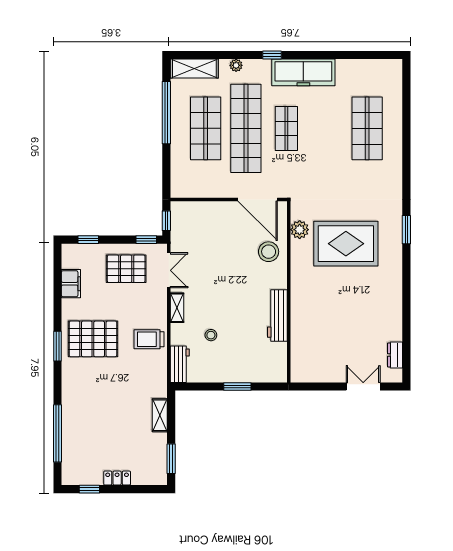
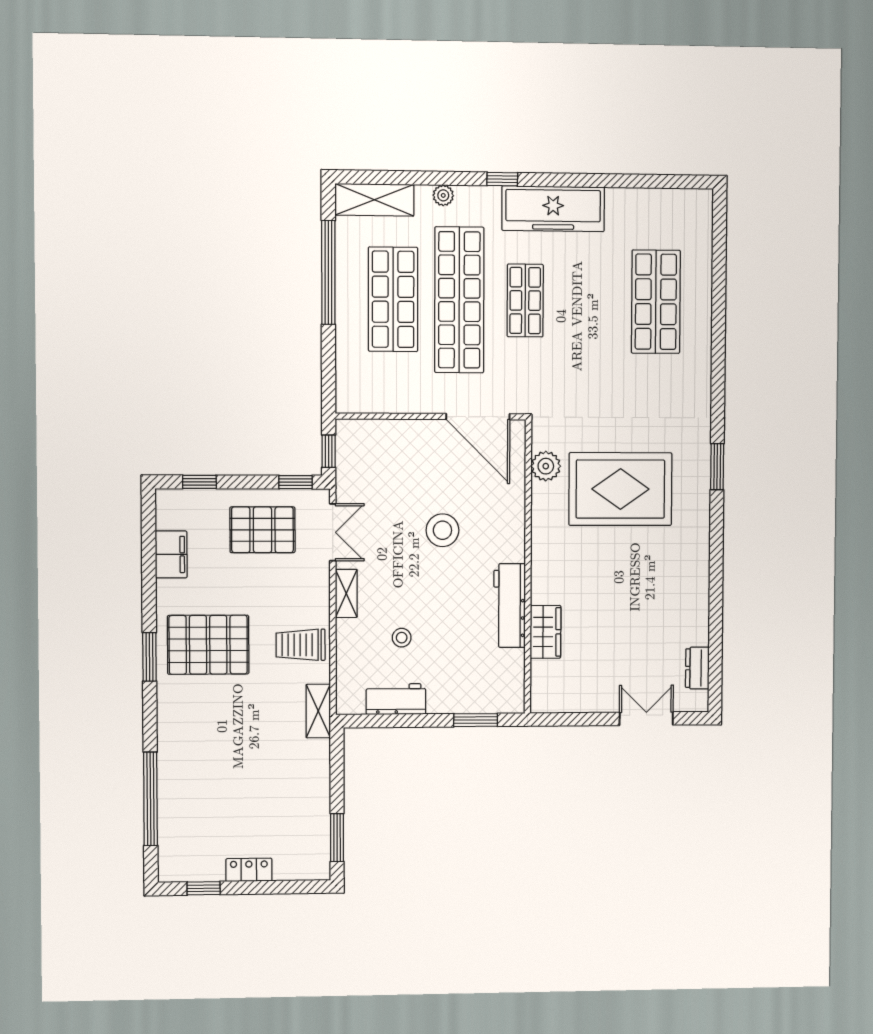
stool: (269, 252) -> (442, 530), moved
wardrobe: (300, 332) -> (545, 632), added
workbench: (180, 364) -> (396, 699), moved, turned -90
window: (237, 386) -> (476, 720), moved
shelving: (160, 415) -> (318, 711), moved

